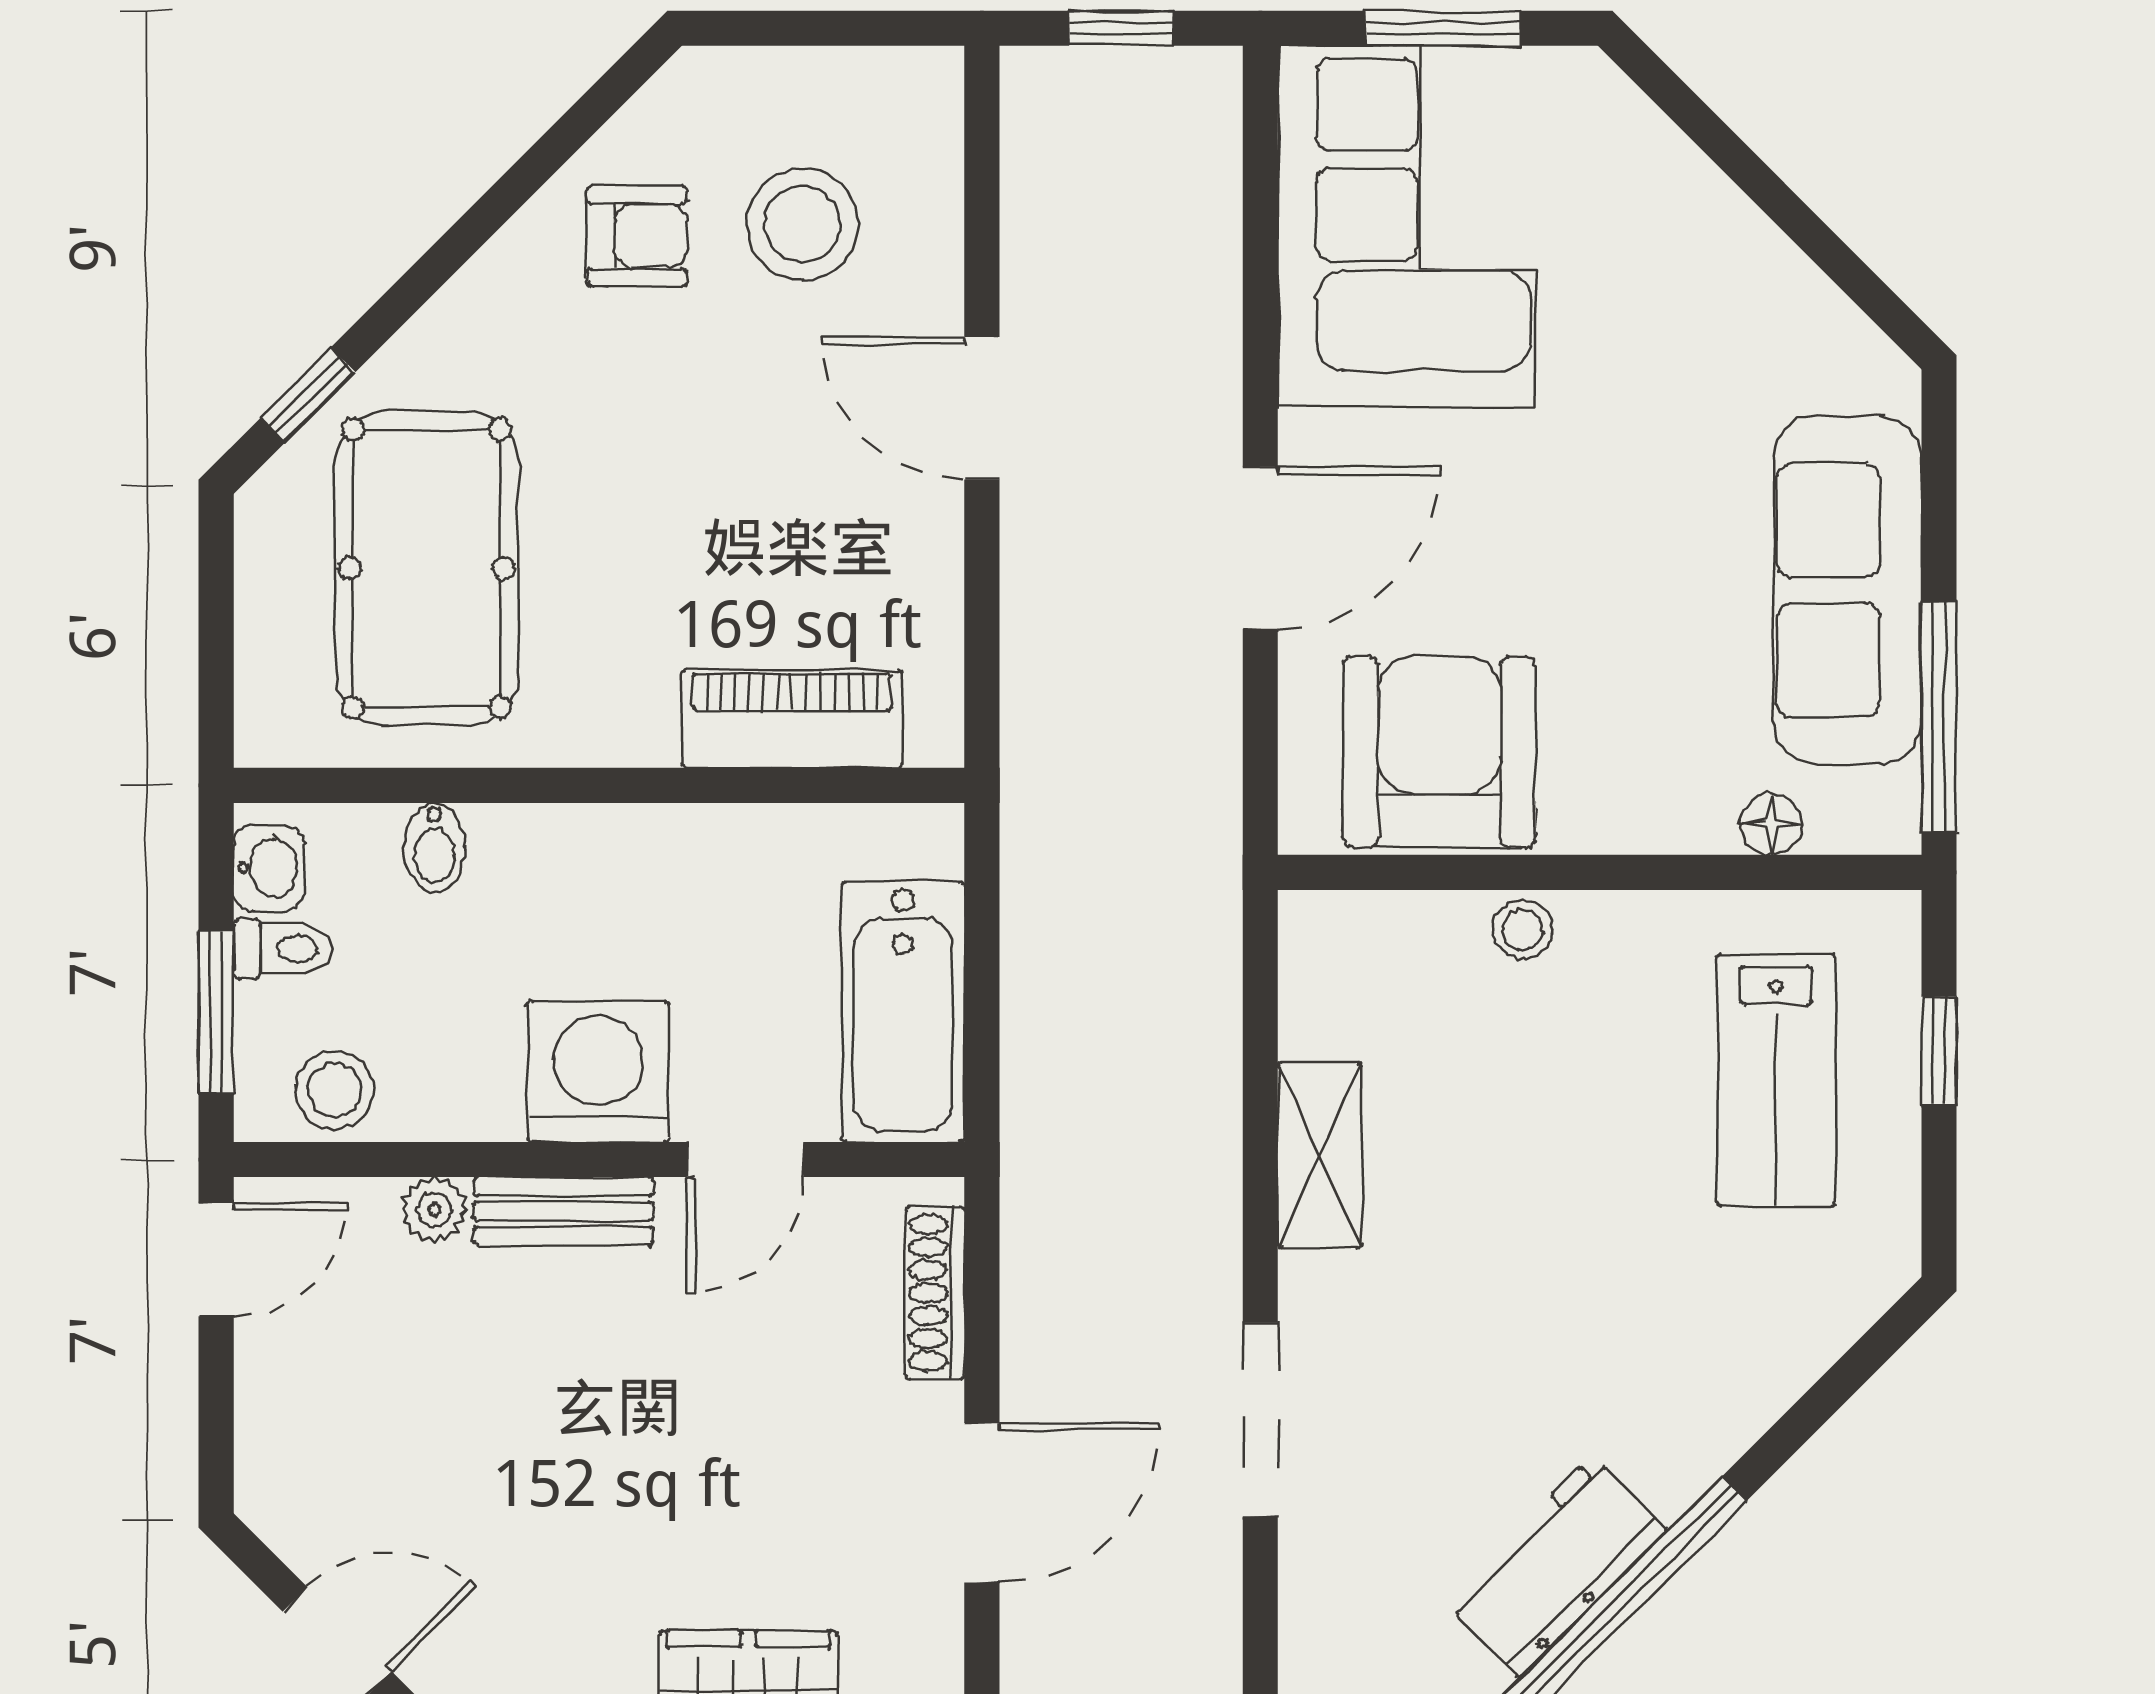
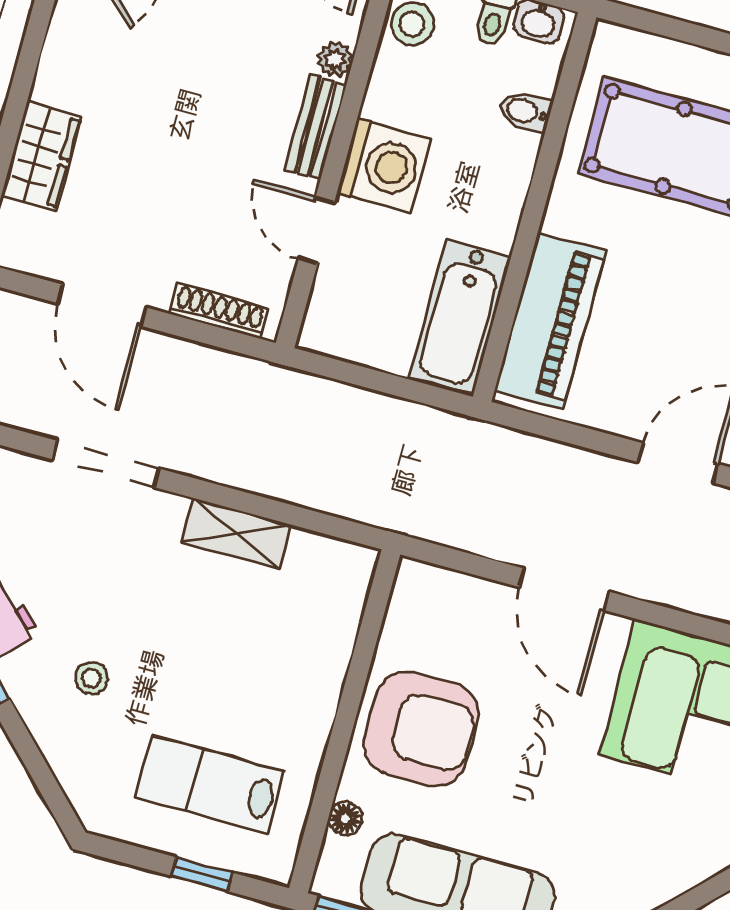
piano: (792, 719) -> (550, 321), width x1.37, depth x1.33
armchair: (1439, 752) -> (421, 729), moved
stool: (1523, 929) -> (92, 678), moved
bathtub: (903, 1012) -> (460, 316), moved, turned -90

